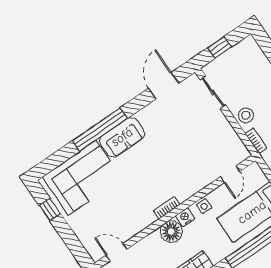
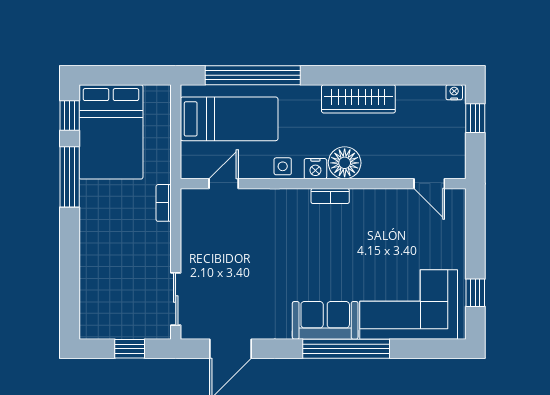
stool: (246, 115) -> (155, 243), removed

